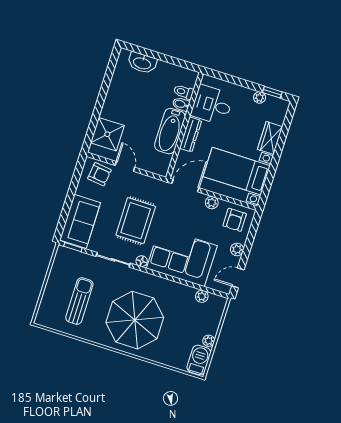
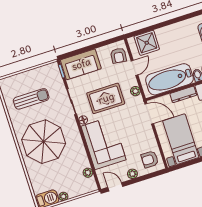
bathtub: (170, 131) -> (169, 79), width x1.36, depth x1.36
plant: (212, 203) -> (135, 91), moved

